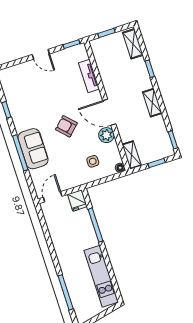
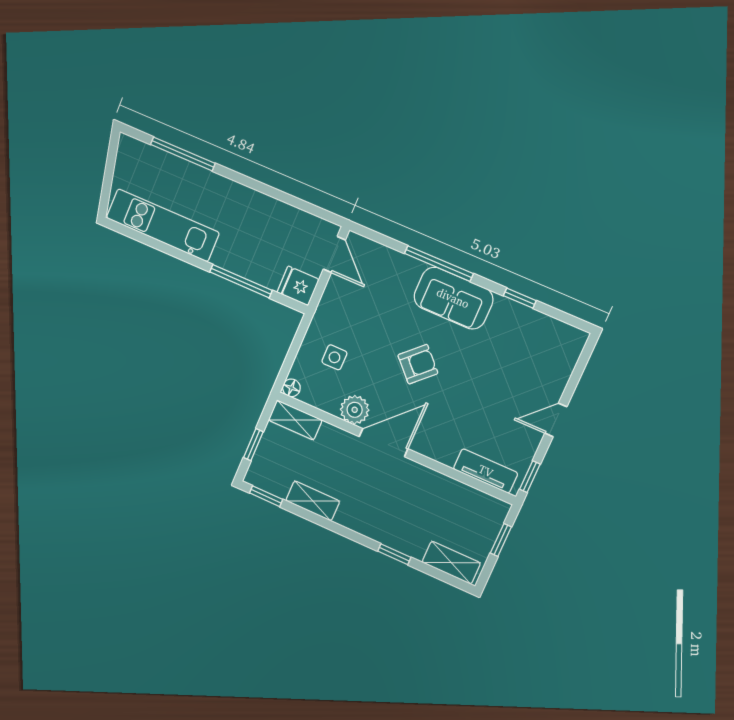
tv unit: (89, 76) -> (486, 471), moved
shelving: (152, 103) -> (313, 501), moved
sofa: (33, 149) -> (453, 298), moved

